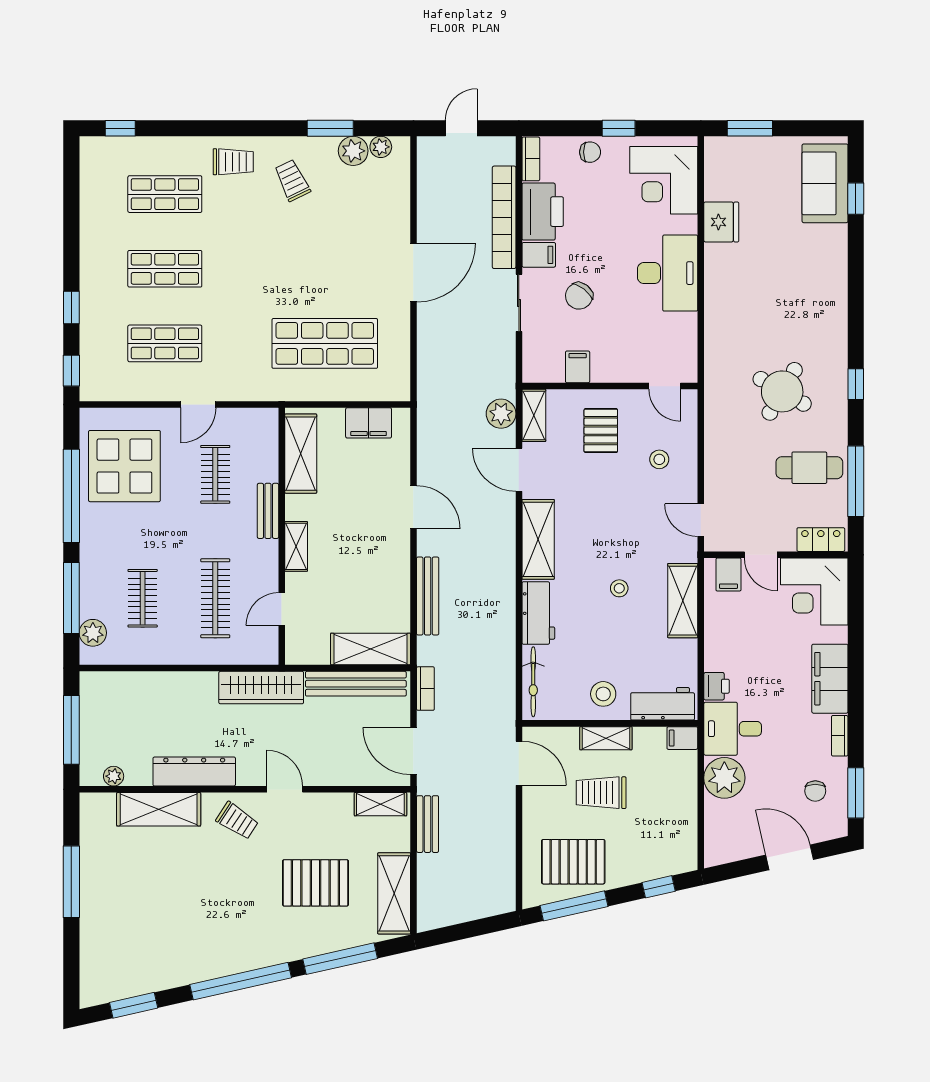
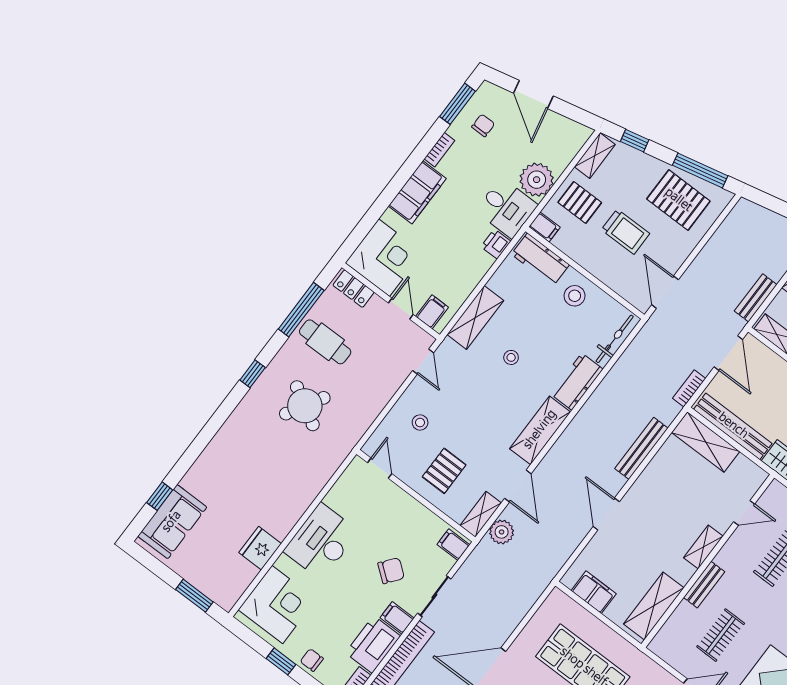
filing cabinet: (578, 367) -> (453, 545), moved, turned 90
shelving: (606, 738) -> (595, 156), moved, turned 90
pallet: (666, 787) -> (580, 202), added

